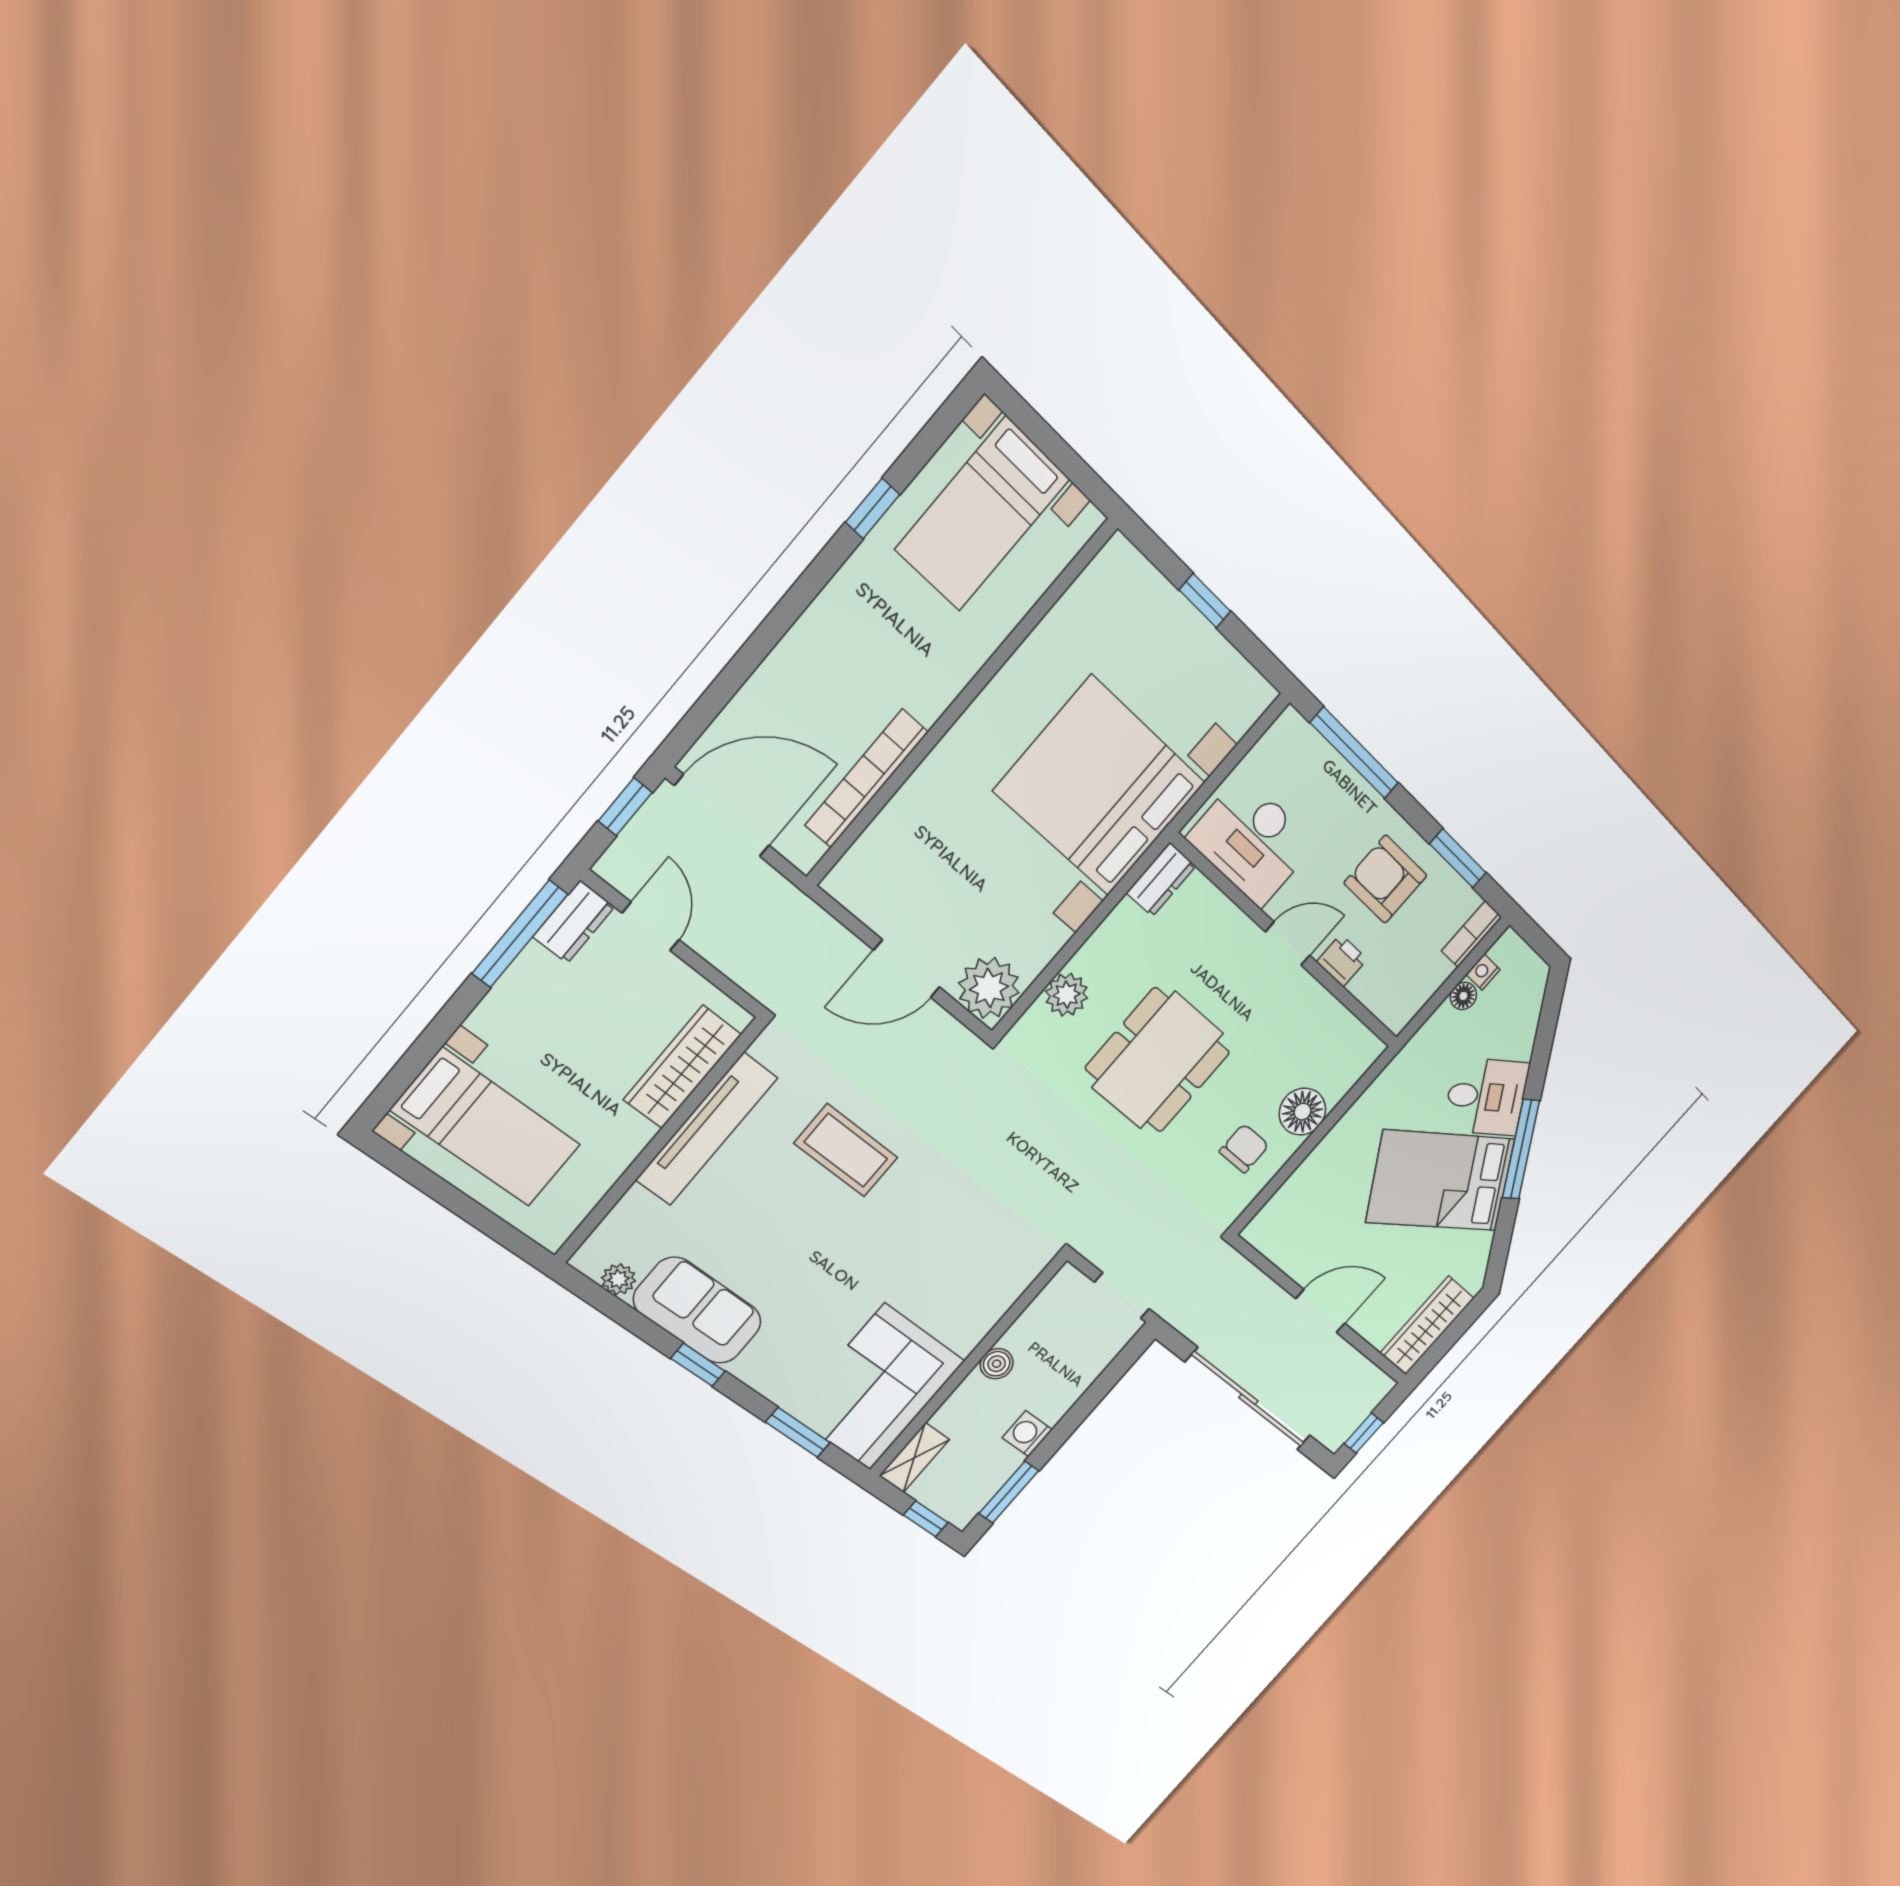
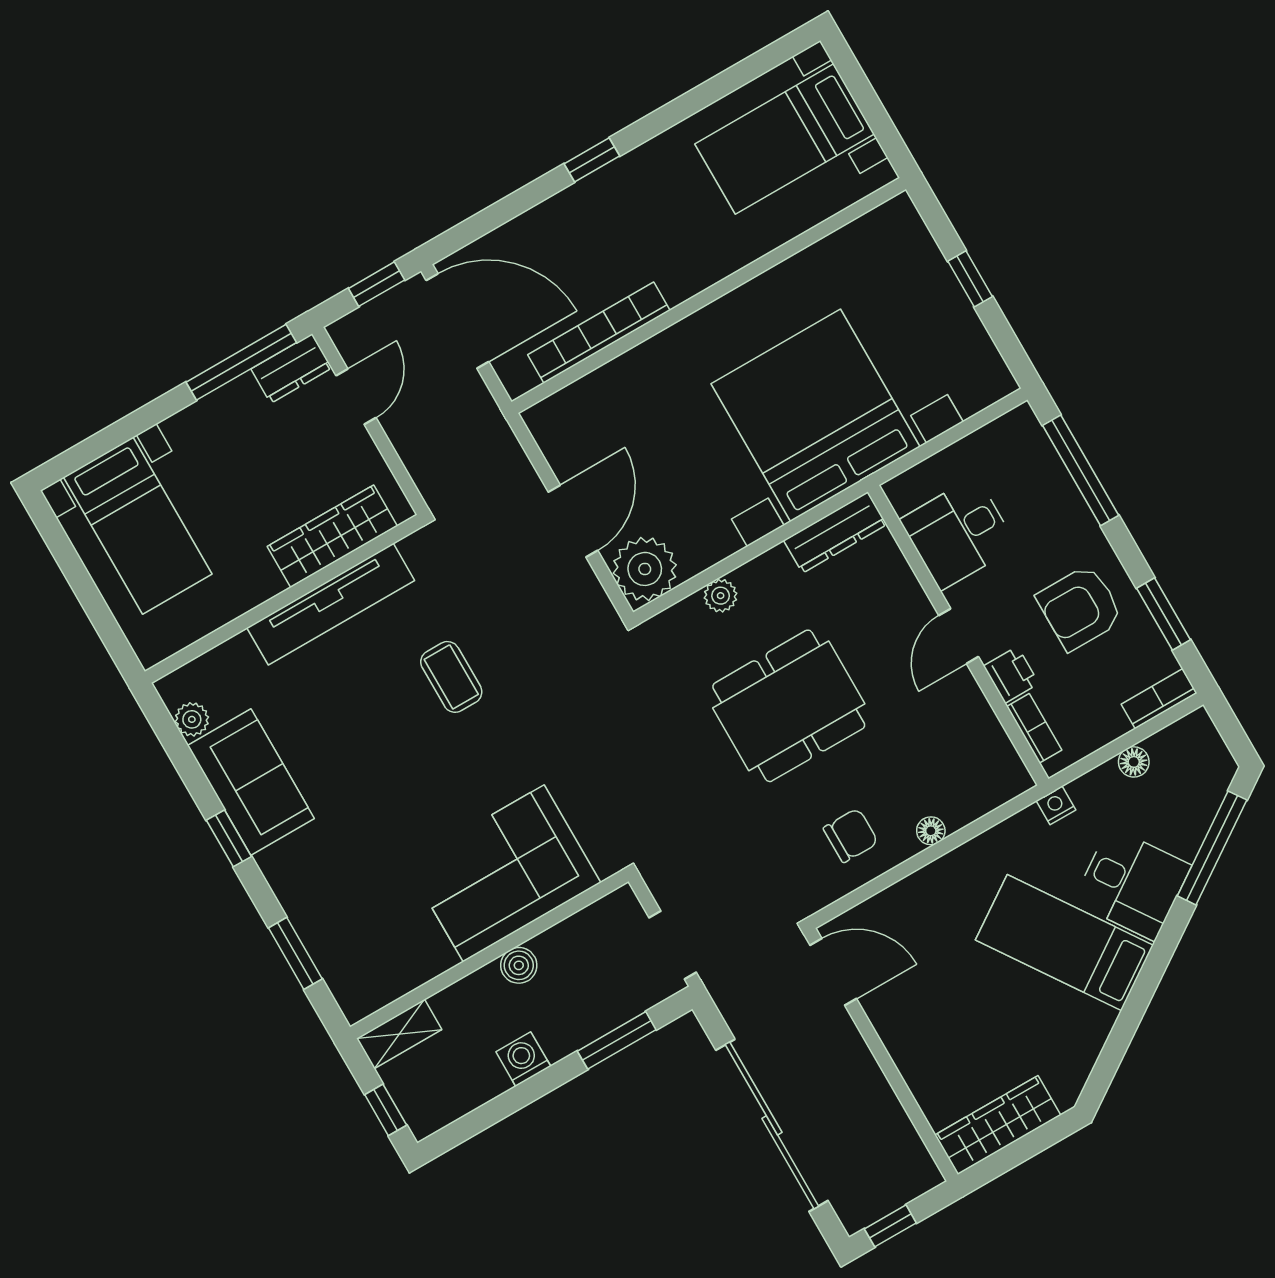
window: (873, 508) -> (592, 160), moved
desk: (1251, 841) -> (958, 533), width x0.73
armchair: (1385, 879) -> (1080, 608), turned -90
dresser: (1161, 880) -> (835, 532), width x1.44
door: (1288, 944) -> (959, 636), swing flipped
door: (907, 969) -> (573, 521), swing flipped
nightstand: (1483, 972) -> (1056, 805), moved
plant: (1067, 995) -> (721, 596), width x0.73, depth x0.73
bookcase: (1374, 999) -> (1034, 728), added
floor lamp: (1302, 1112) -> (931, 831), width x0.53, depth x0.53
window: (1521, 1149) -> (1212, 848), moved
coffee table: (846, 1150) -> (451, 677), width x0.73, depth x0.77
bed: (1440, 1181) -> (1064, 943), width x0.67
door: (1320, 1311) -> (833, 972), moved
corner sofa: (877, 1387) -> (504, 873), moved
window: (1009, 1492) -> (617, 1040), moved

